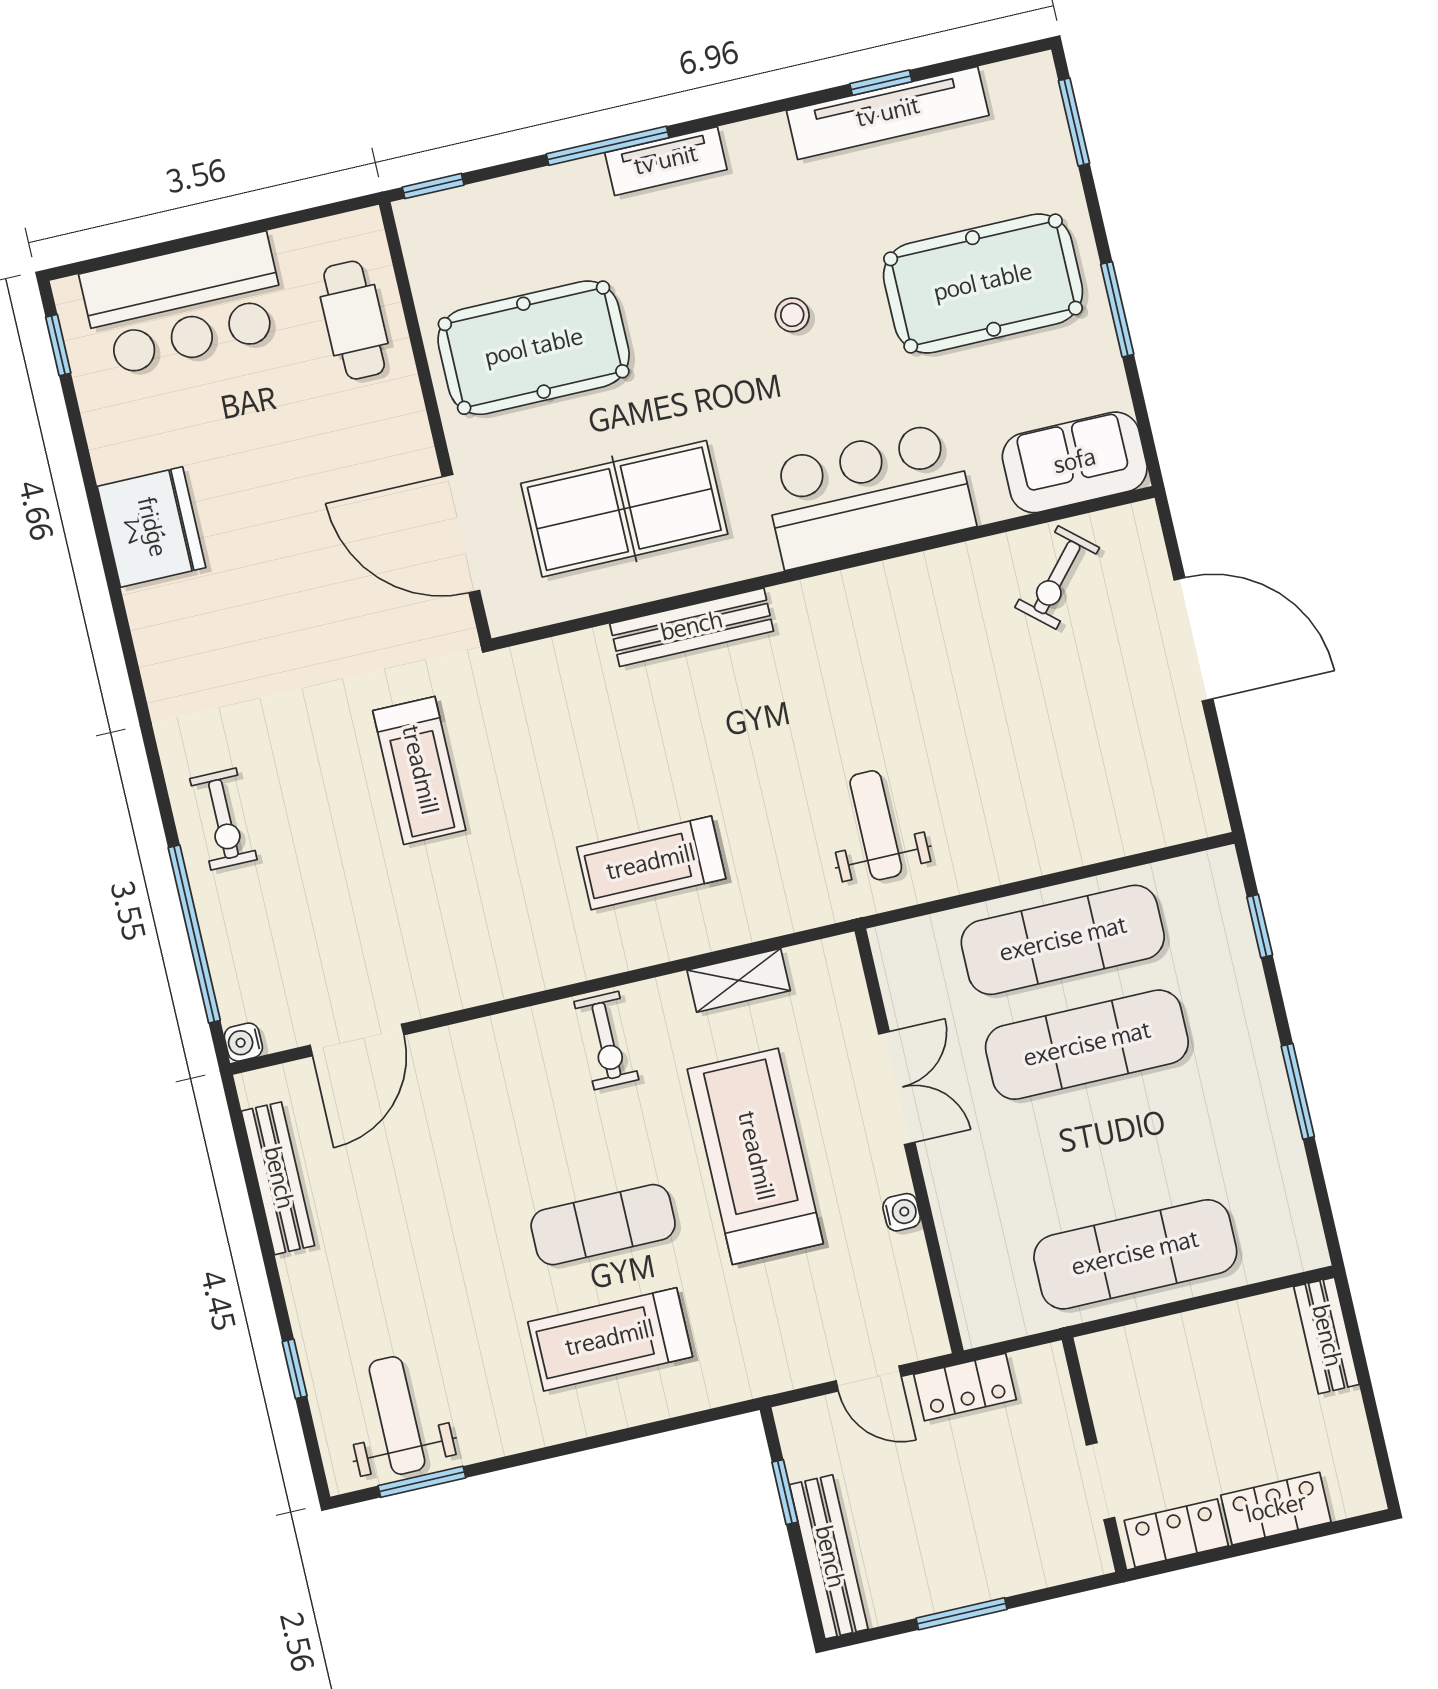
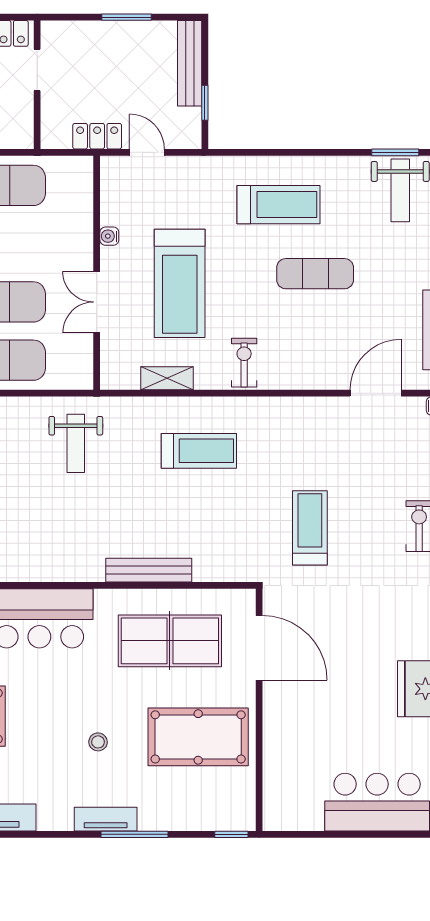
stool: (792, 315) -> (98, 742), moved
cafe table: (354, 320) -> (289, 773), removed
exercise mat: (603, 1225) -> (315, 274), moved

